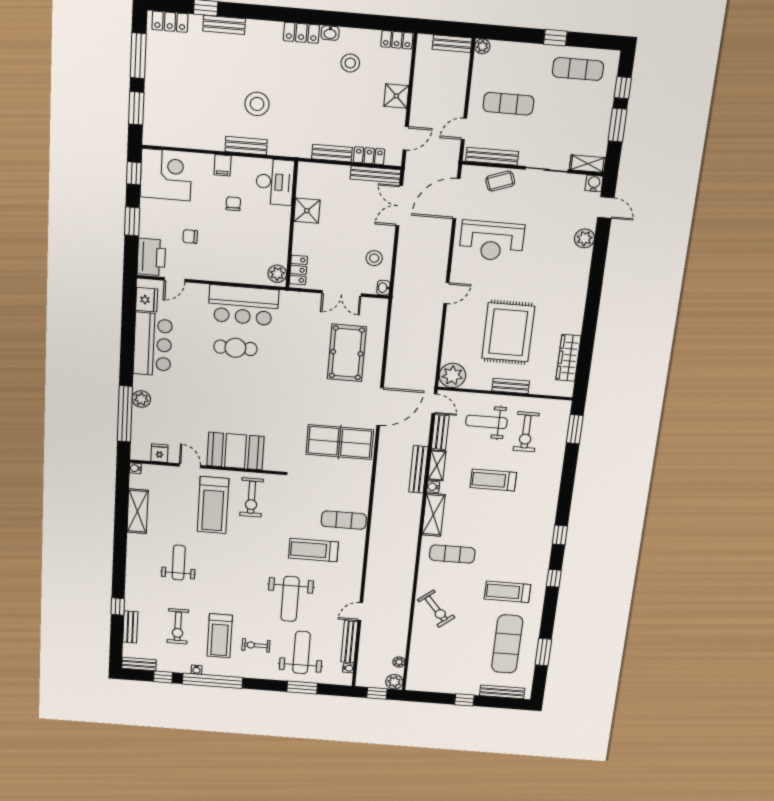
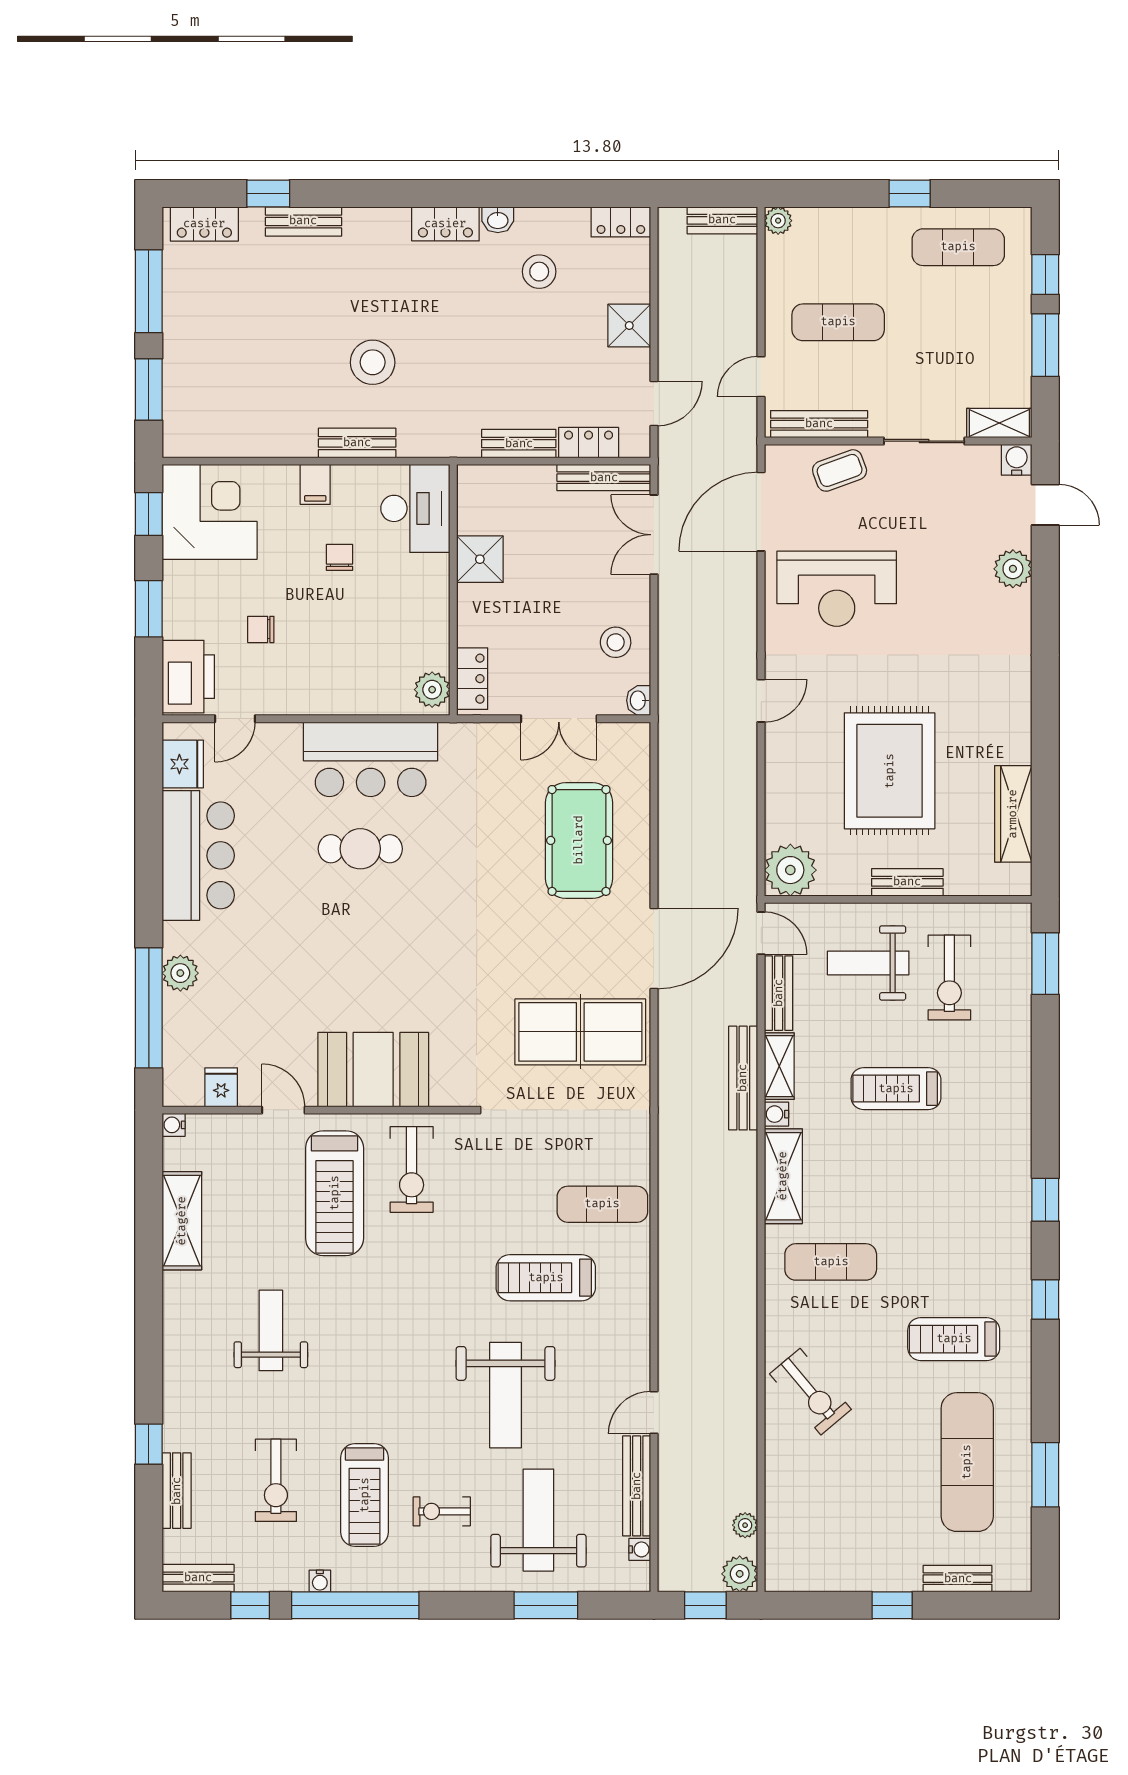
bench: (502, 692) -> (958, 1579), width x0.73

